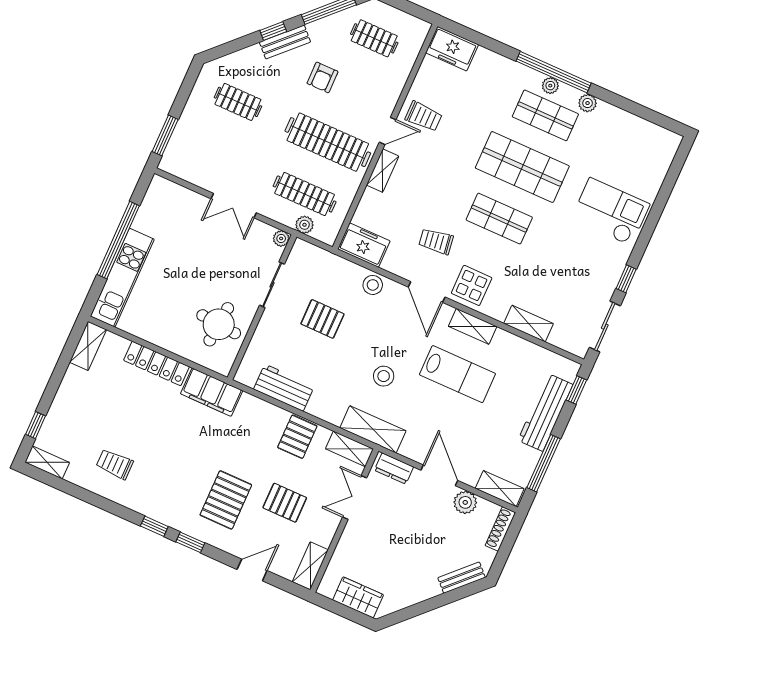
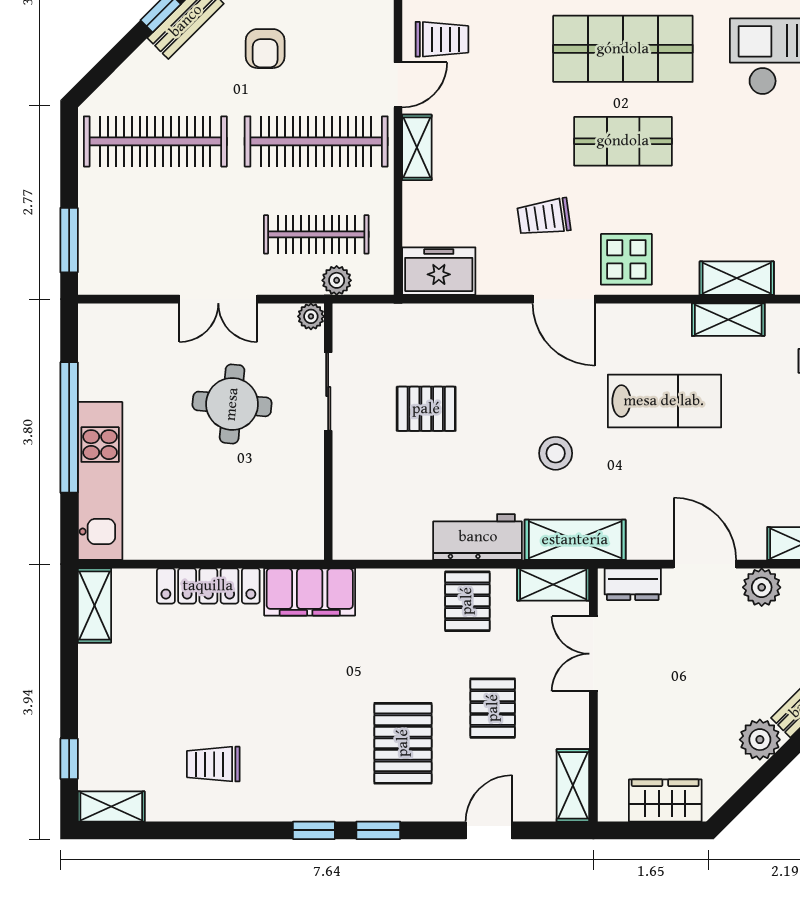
clothes rail: (238, 102) -> (155, 141), width x1.86, depth x1.31
stool: (373, 285) -> (479, 325), removed
round table: (219, 324) -> (232, 404), moved
shelving: (473, 326) -> (728, 320), moved
workbench: (284, 388) -> (478, 537), moved
pallet: (285, 503) -> (493, 708), turned 90
plant: (426, 587) -> (760, 740), added

